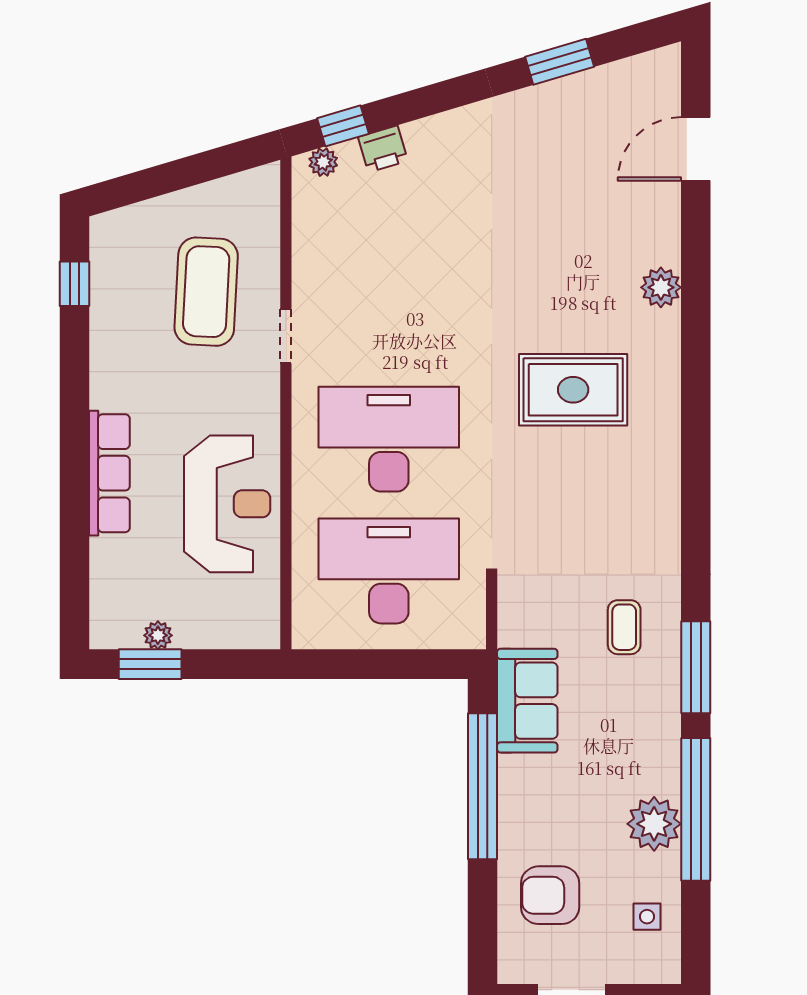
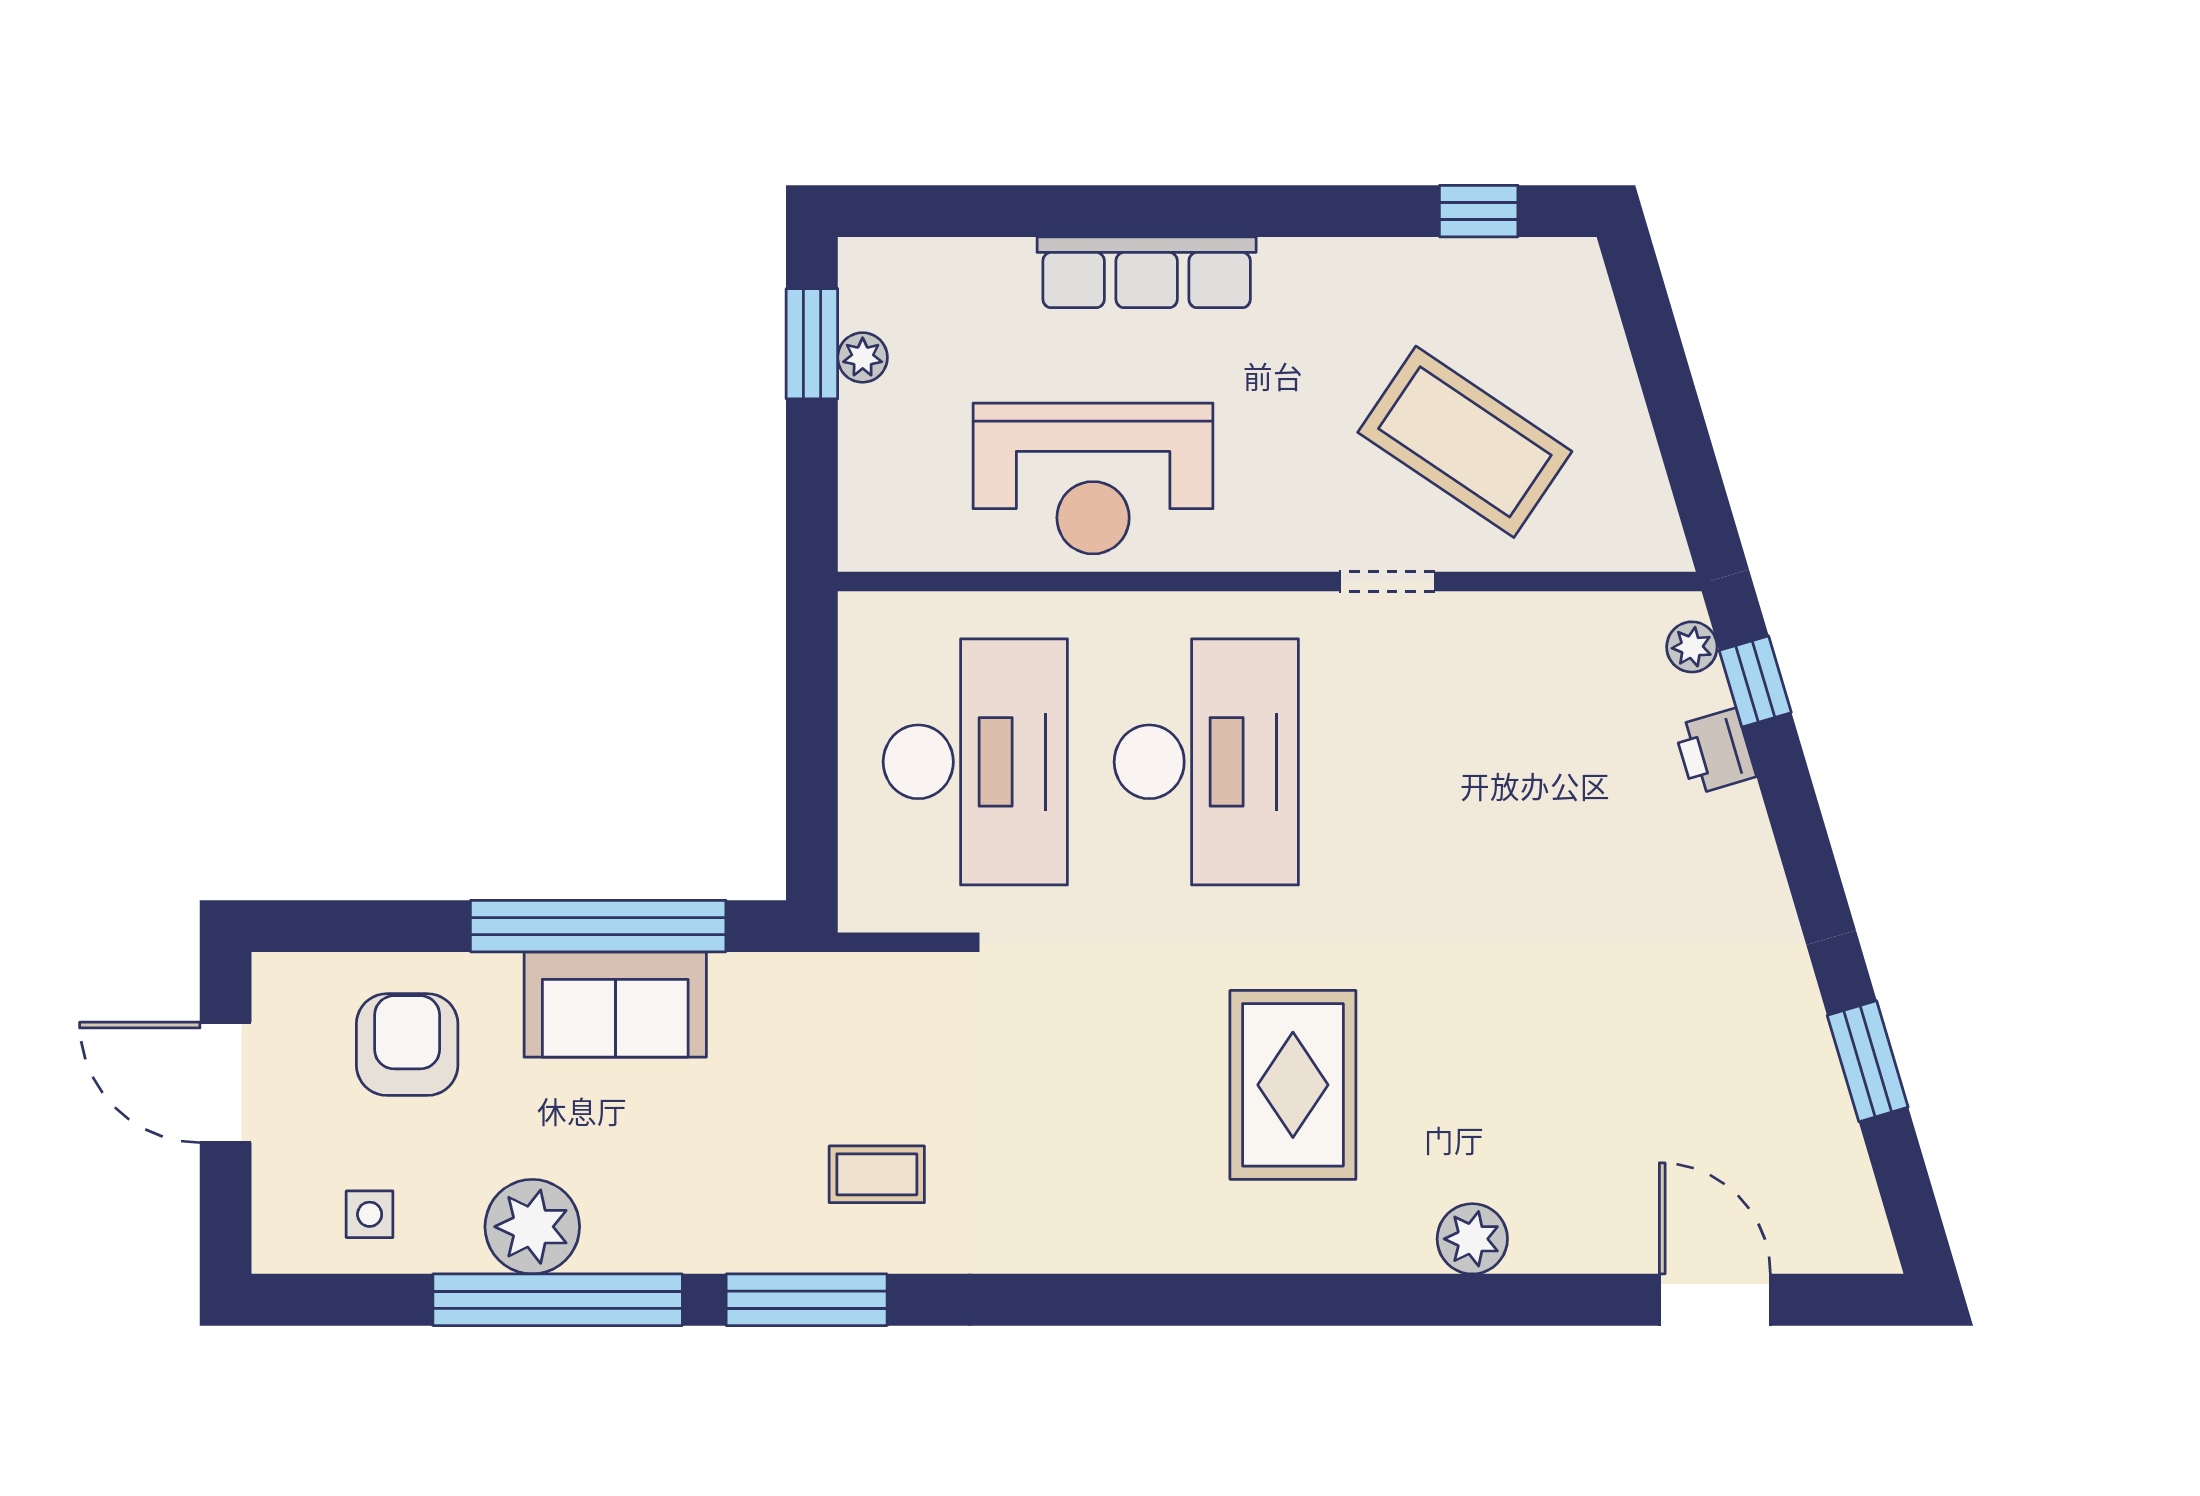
coffee table: (206, 292) -> (1465, 442), turned 31
sofa: (527, 701) -> (615, 1005), moved

